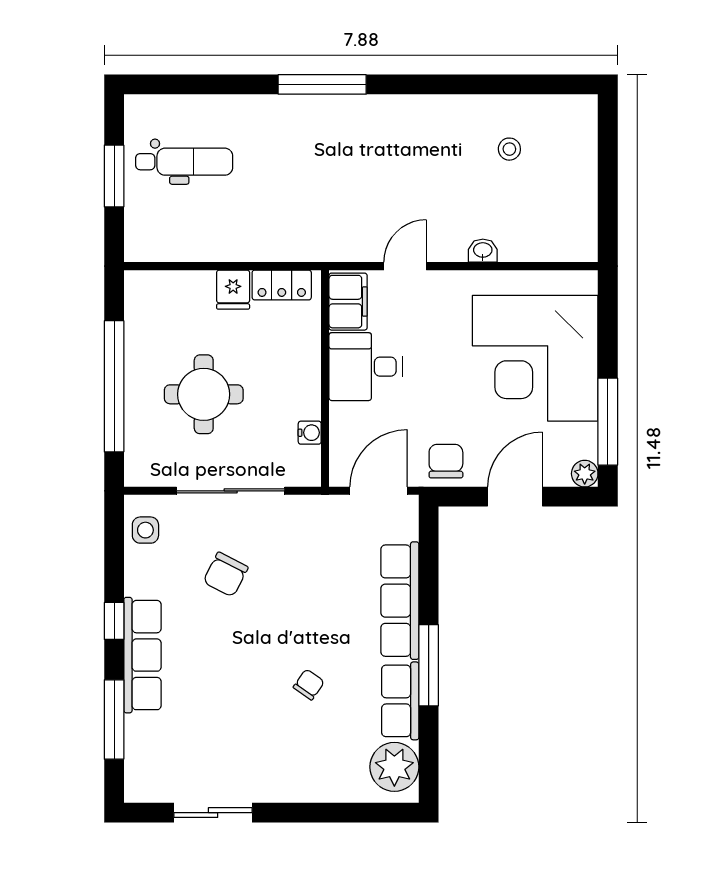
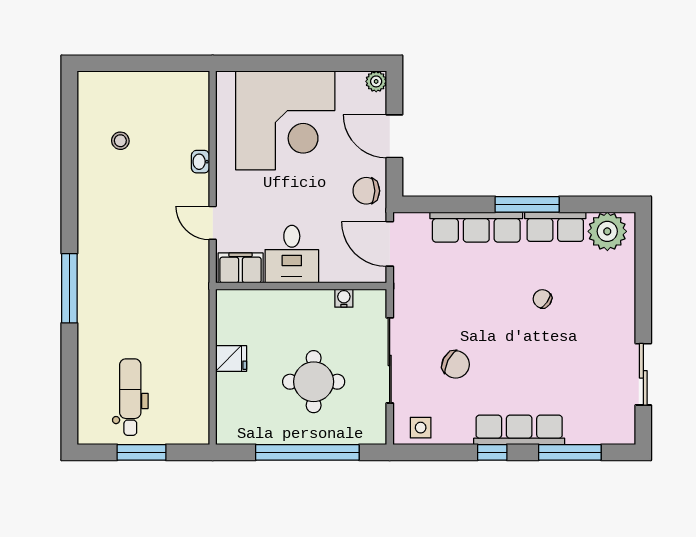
locker: (282, 285) -> (227, 320), removed
window: (608, 422) -> (335, 63), removed

